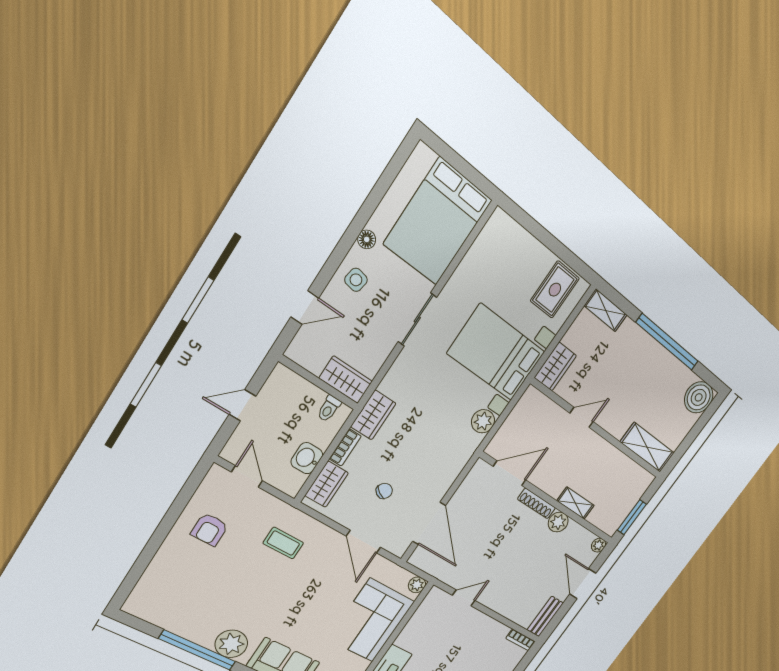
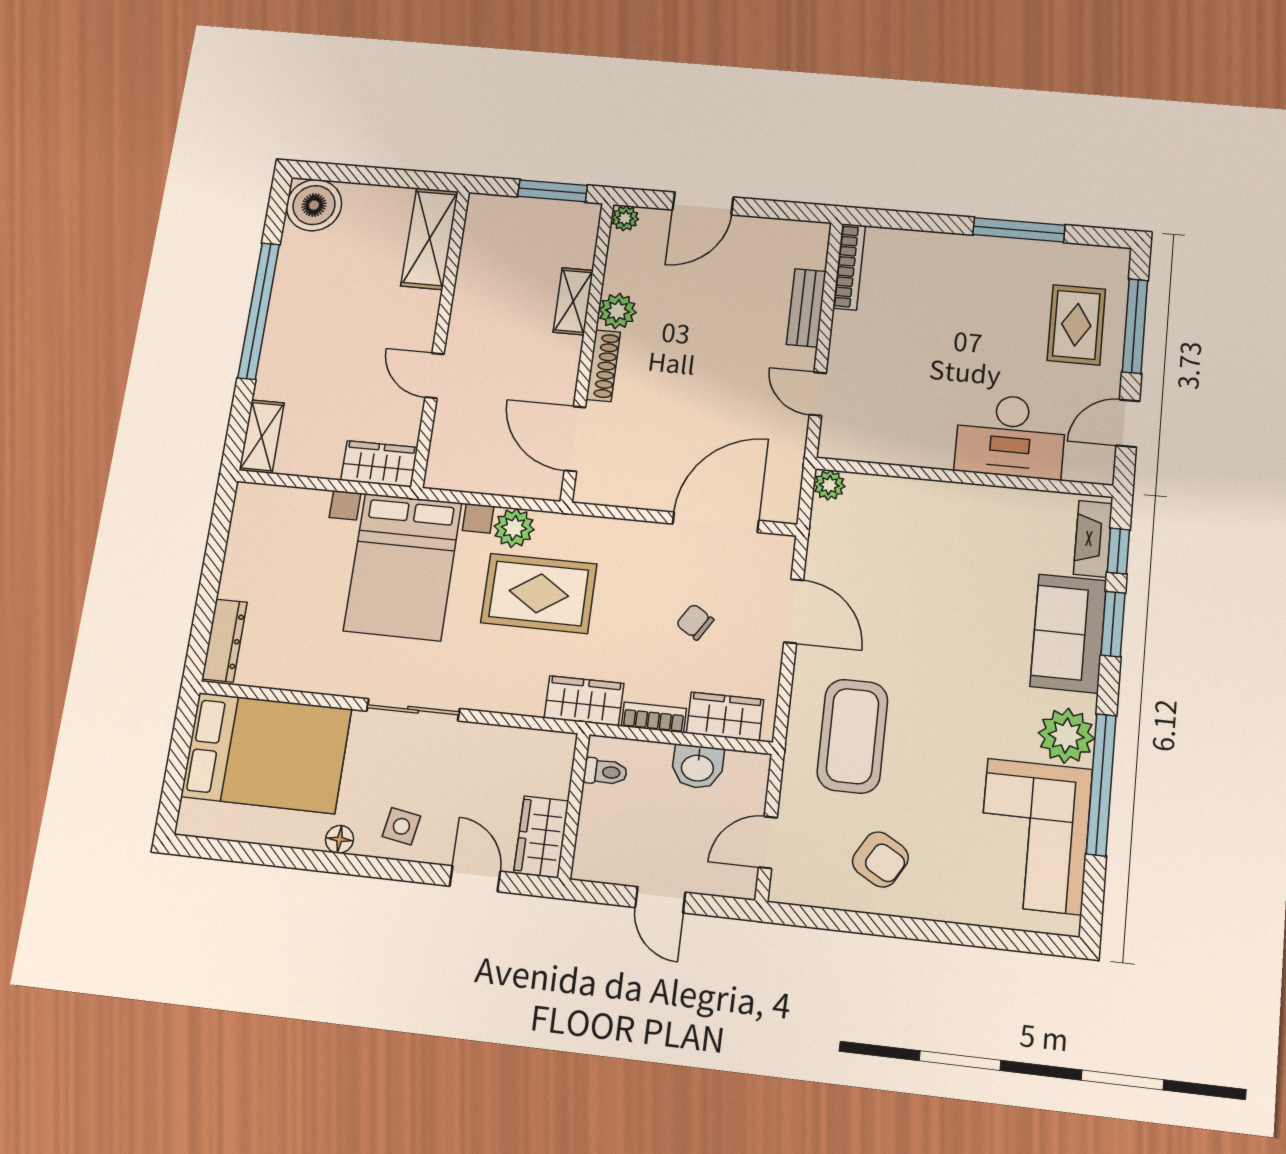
dresser: (512, 231) -> (225, 640), added
rug: (555, 290) -> (539, 593), moved, width x1.36, depth x1.43
wardrobe: (346, 380) -> (541, 837), moved
armchair: (209, 529) -> (880, 859), turned 30
door: (363, 542) -> (794, 611), hinge flipped
coffee table: (283, 543) -> (852, 736), width x1.86, depth x1.72
bench: (545, 616) -> (806, 308), moved, turned 90
corner sofa: (371, 620) -> (1034, 836), moved, turned 90
bookcase: (521, 640) -> (849, 267), width x1.56

